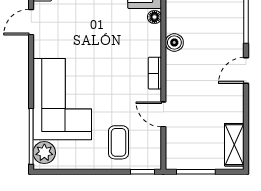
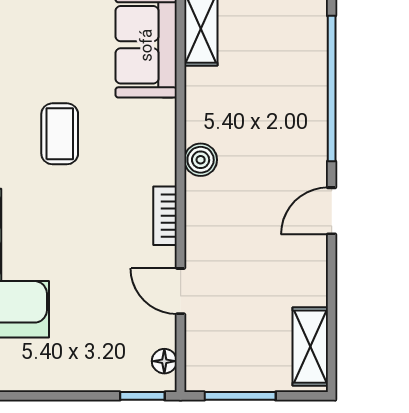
floor lamp: (154, 17) -> (164, 361), moved
coffee table: (119, 142) -> (60, 134), moved

